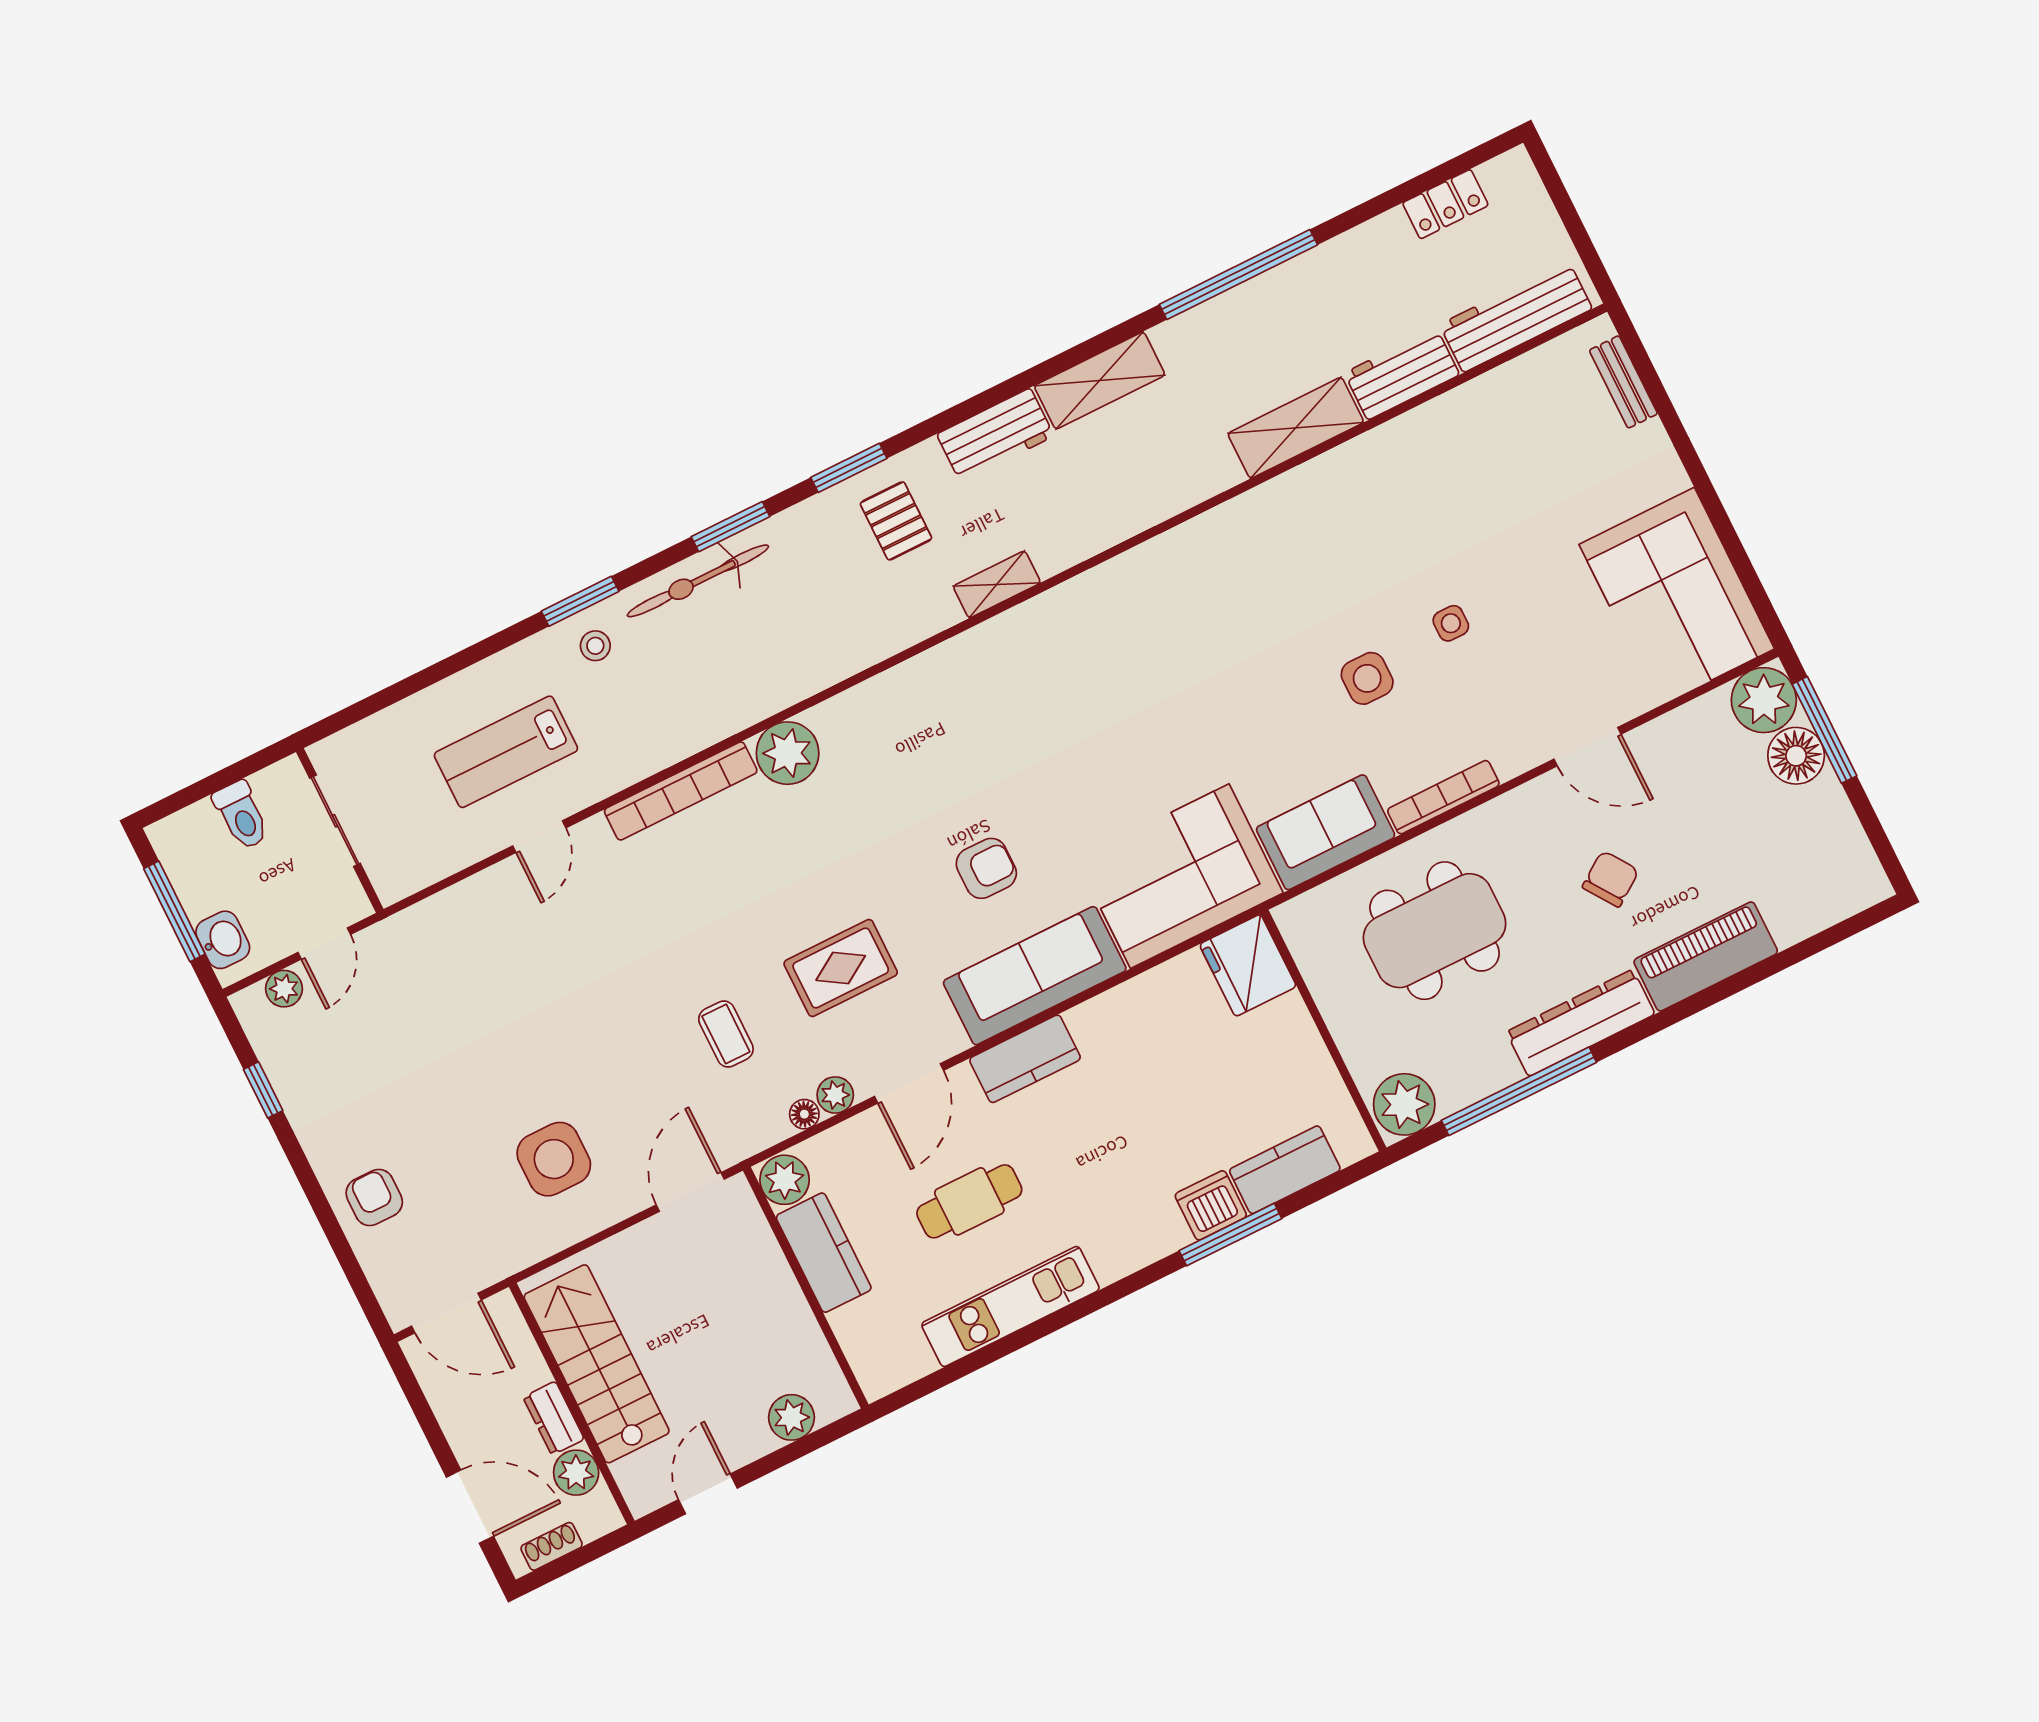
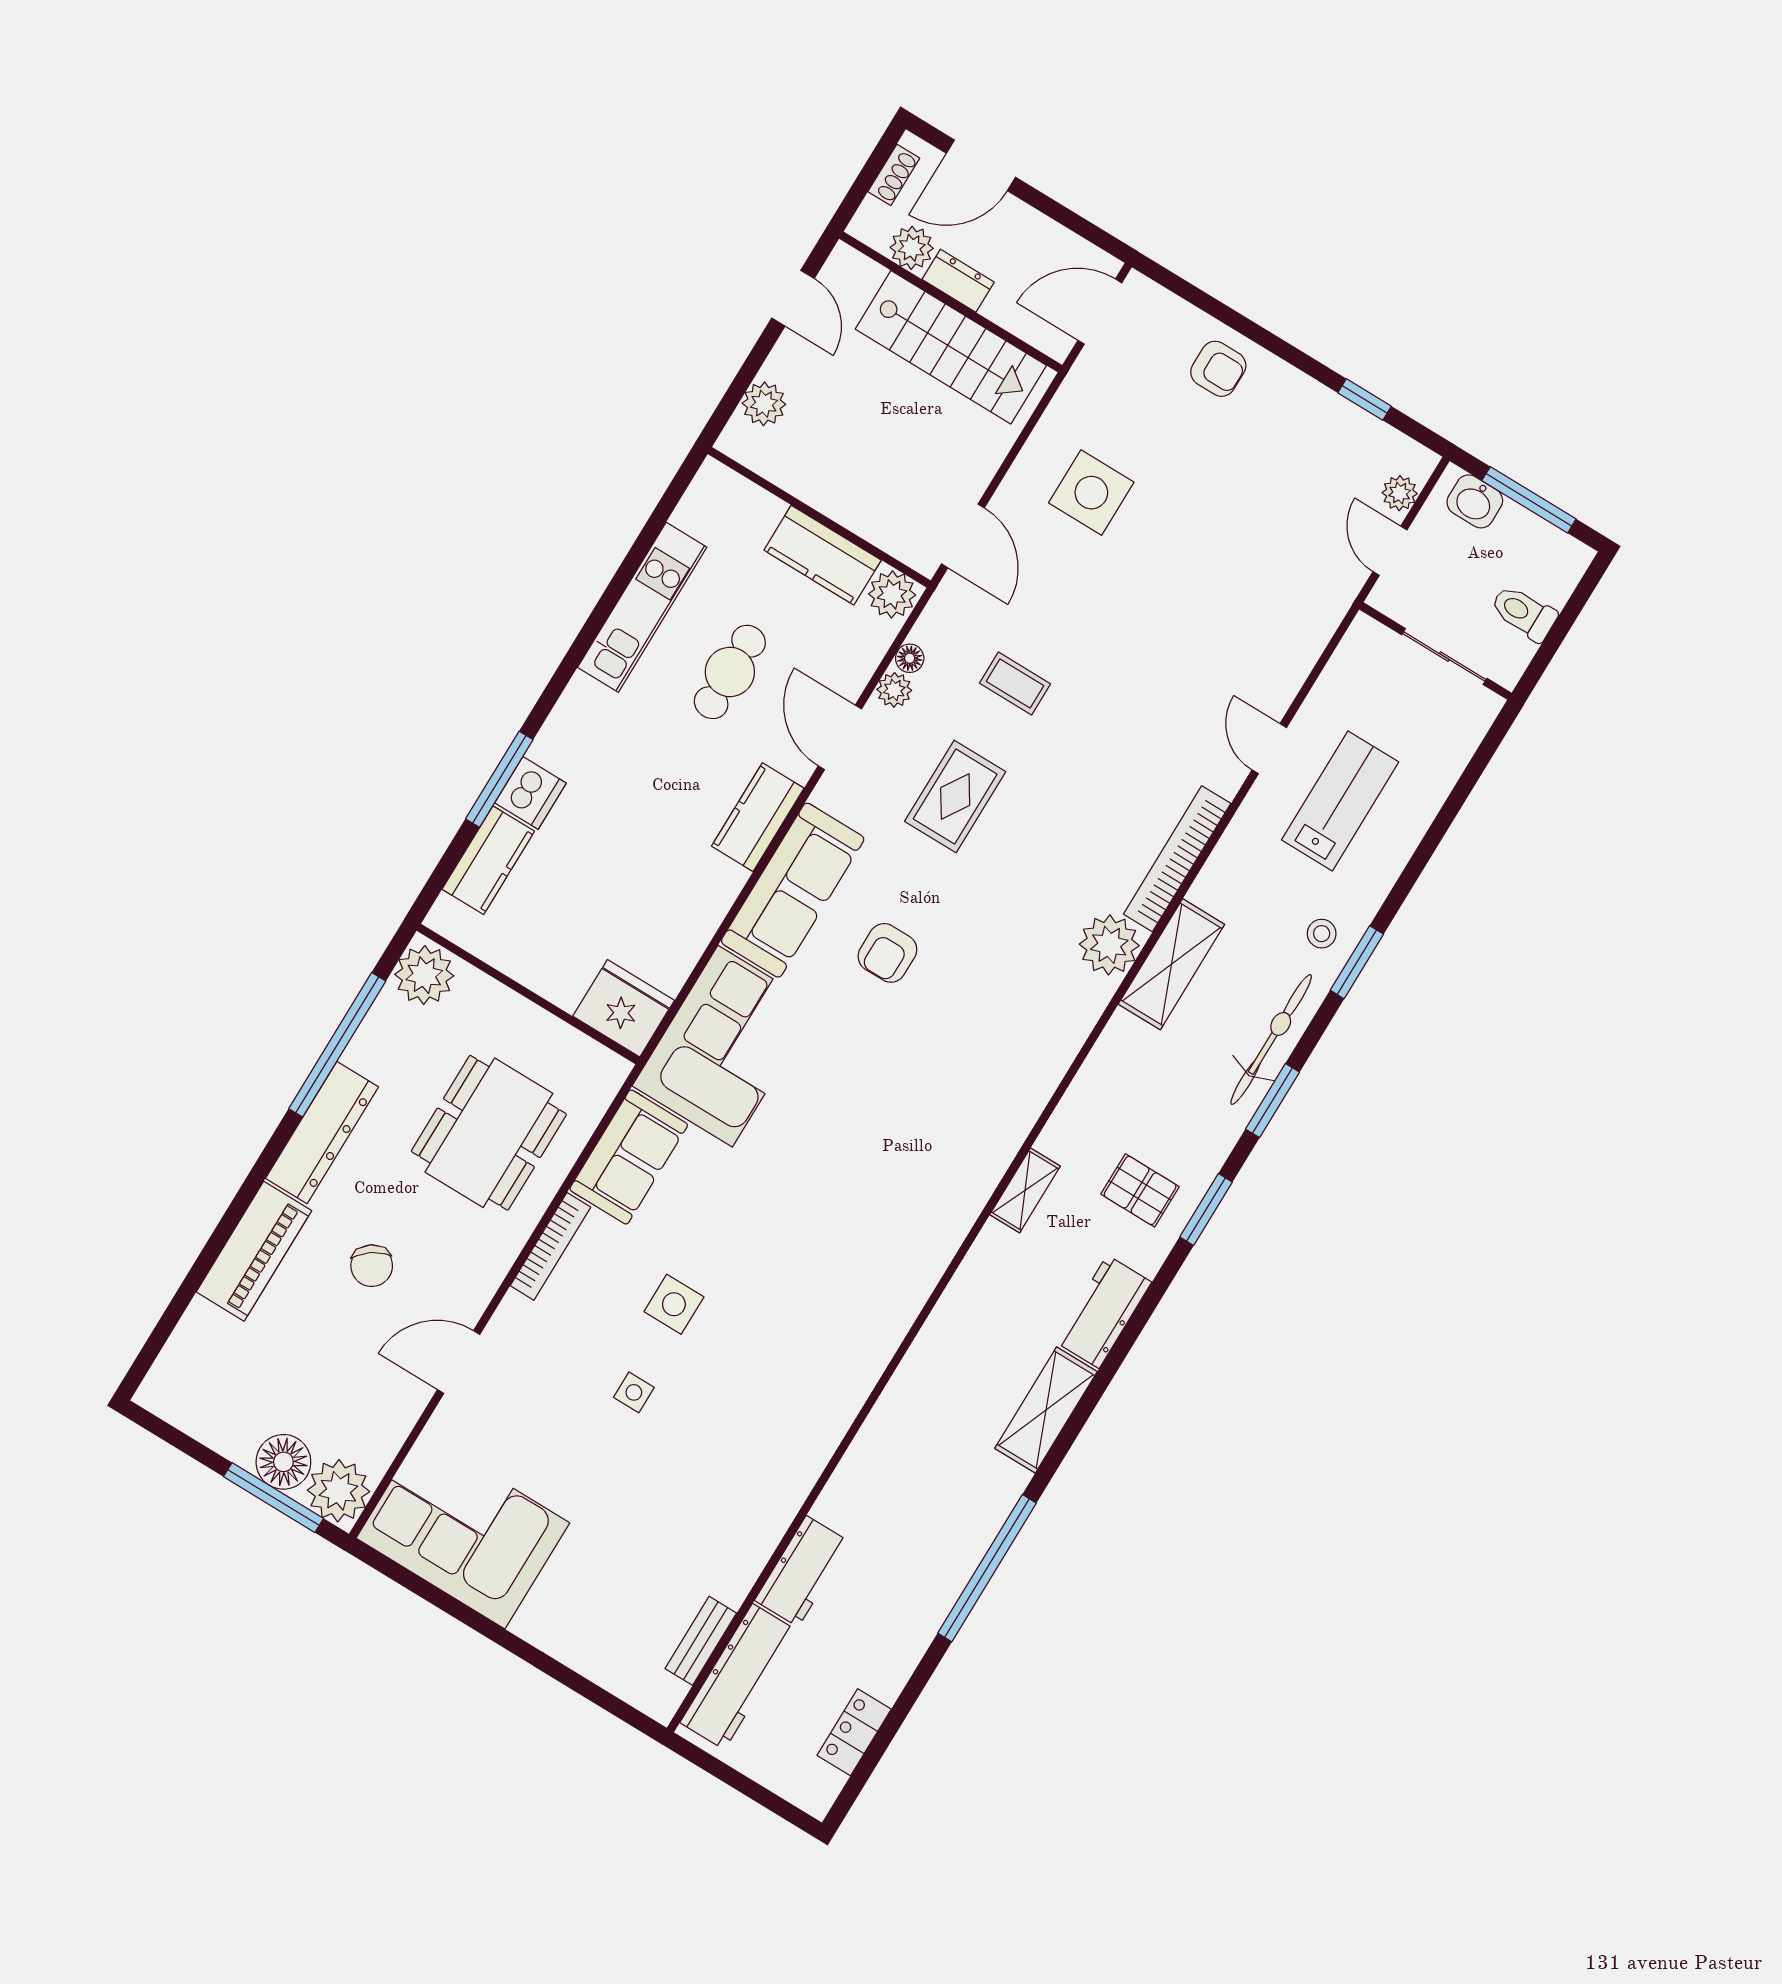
bench: (1623, 382) -> (701, 1641), moved, turned 90
shelving: (1296, 428) -> (1171, 964), moved

